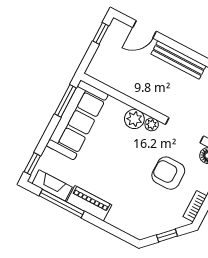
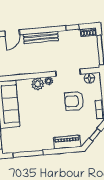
fireplace: (52, 185) -> (17, 147), removed
piano: (89, 203) -> (67, 142), moved

